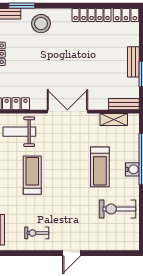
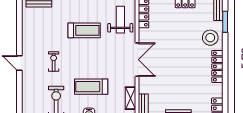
locker: (92, 15) -> (217, 66), moved
exercise bike: (37, 233) -> (54, 62), moved

